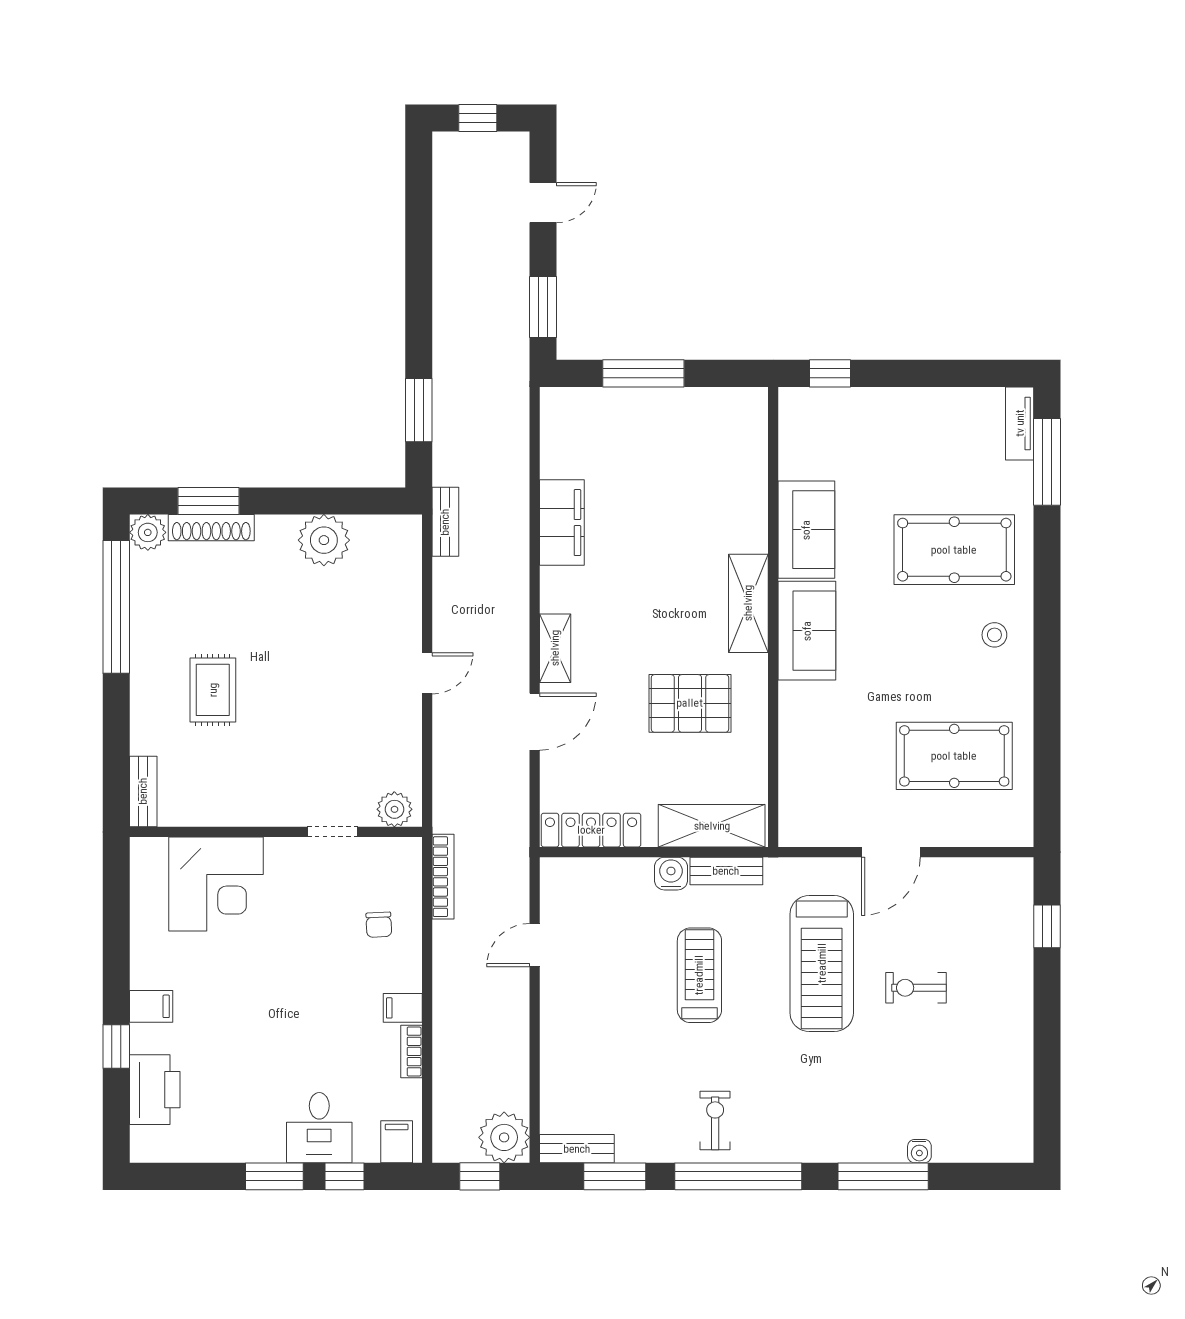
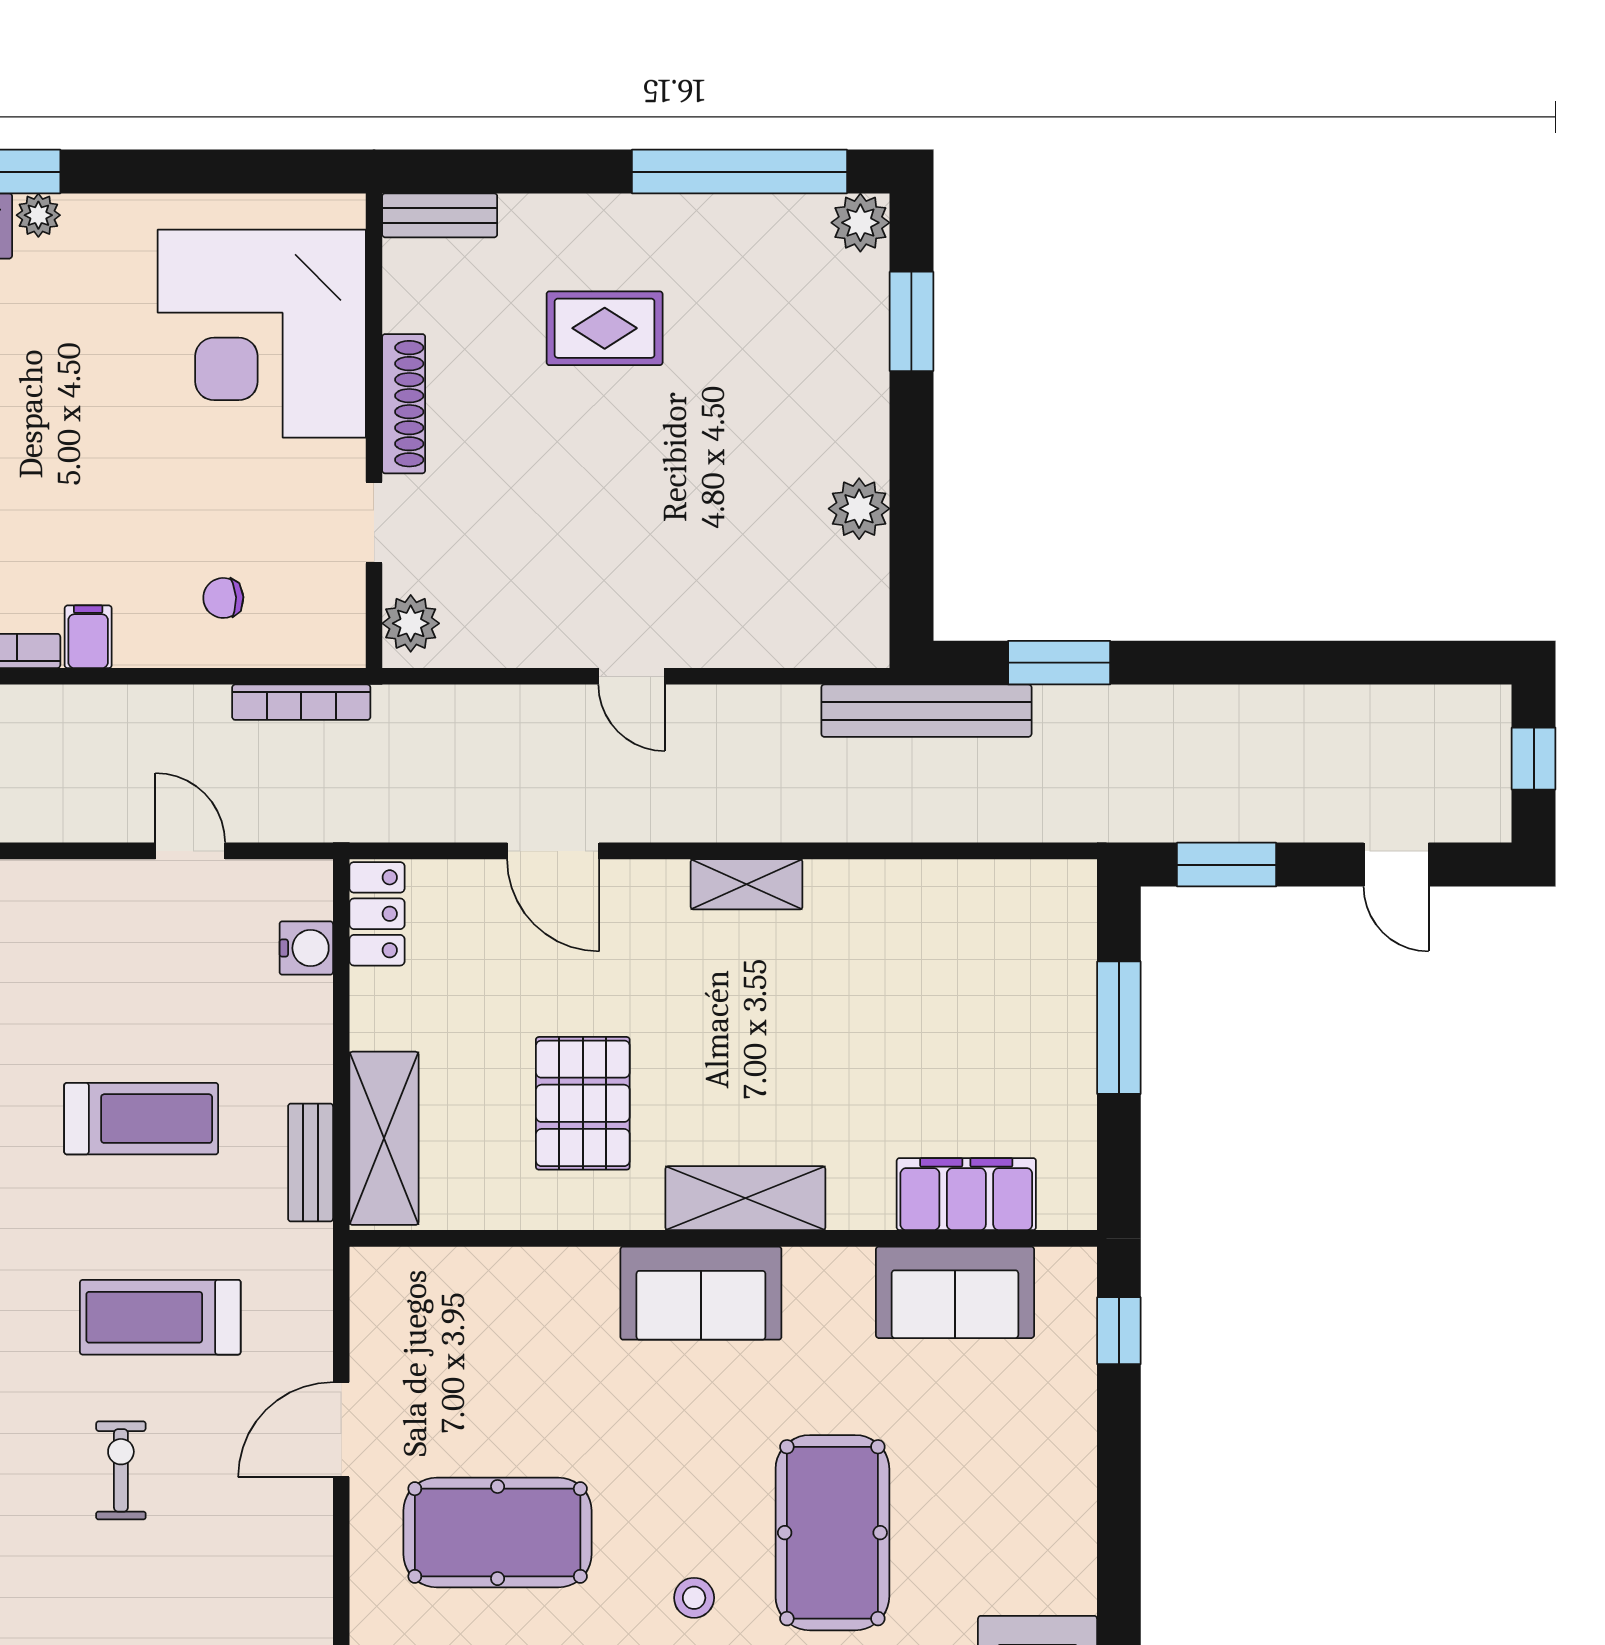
bench: (445, 522) -> (926, 711), width x1.86, depth x1.21
filing cabinet: (562, 523) -> (966, 1194), moved, turned 180
shoe rack: (211, 528) -> (404, 404), moved, turned 180
sofa: (806, 530) -> (955, 1292), moved
plant: (324, 540) -> (859, 509), width x0.73, depth x0.73
shelving: (555, 648) -> (747, 884), moved
pool table: (954, 756) -> (498, 1533), turned 90
locker: (591, 830) -> (377, 914), width x0.66
door: (891, 852) -> (341, 1430), hinge flipped
water cooler: (671, 874) -> (306, 948), moved
corner desk: (216, 884) -> (262, 334), width x1.36, depth x1.36
treadmill: (822, 963) -> (160, 1317), width x0.73, depth x0.73
filing cabinet: (151, 1006) -> (91, 228), removed
plant: (143, 1039) -> (38, 215), added

